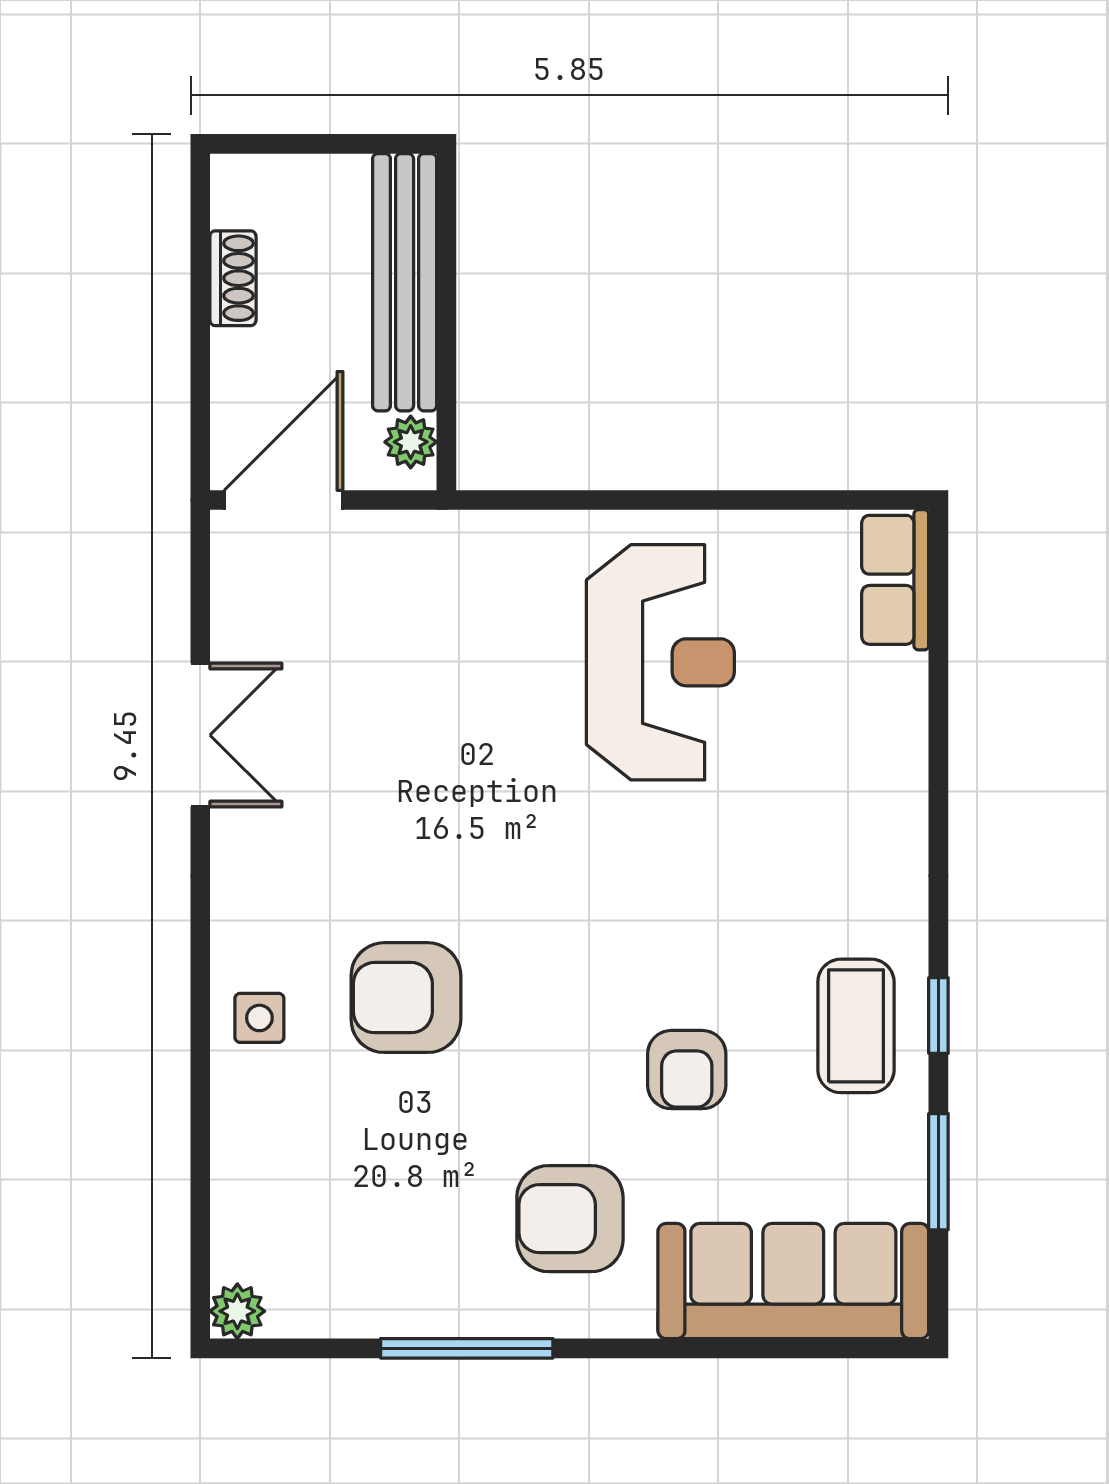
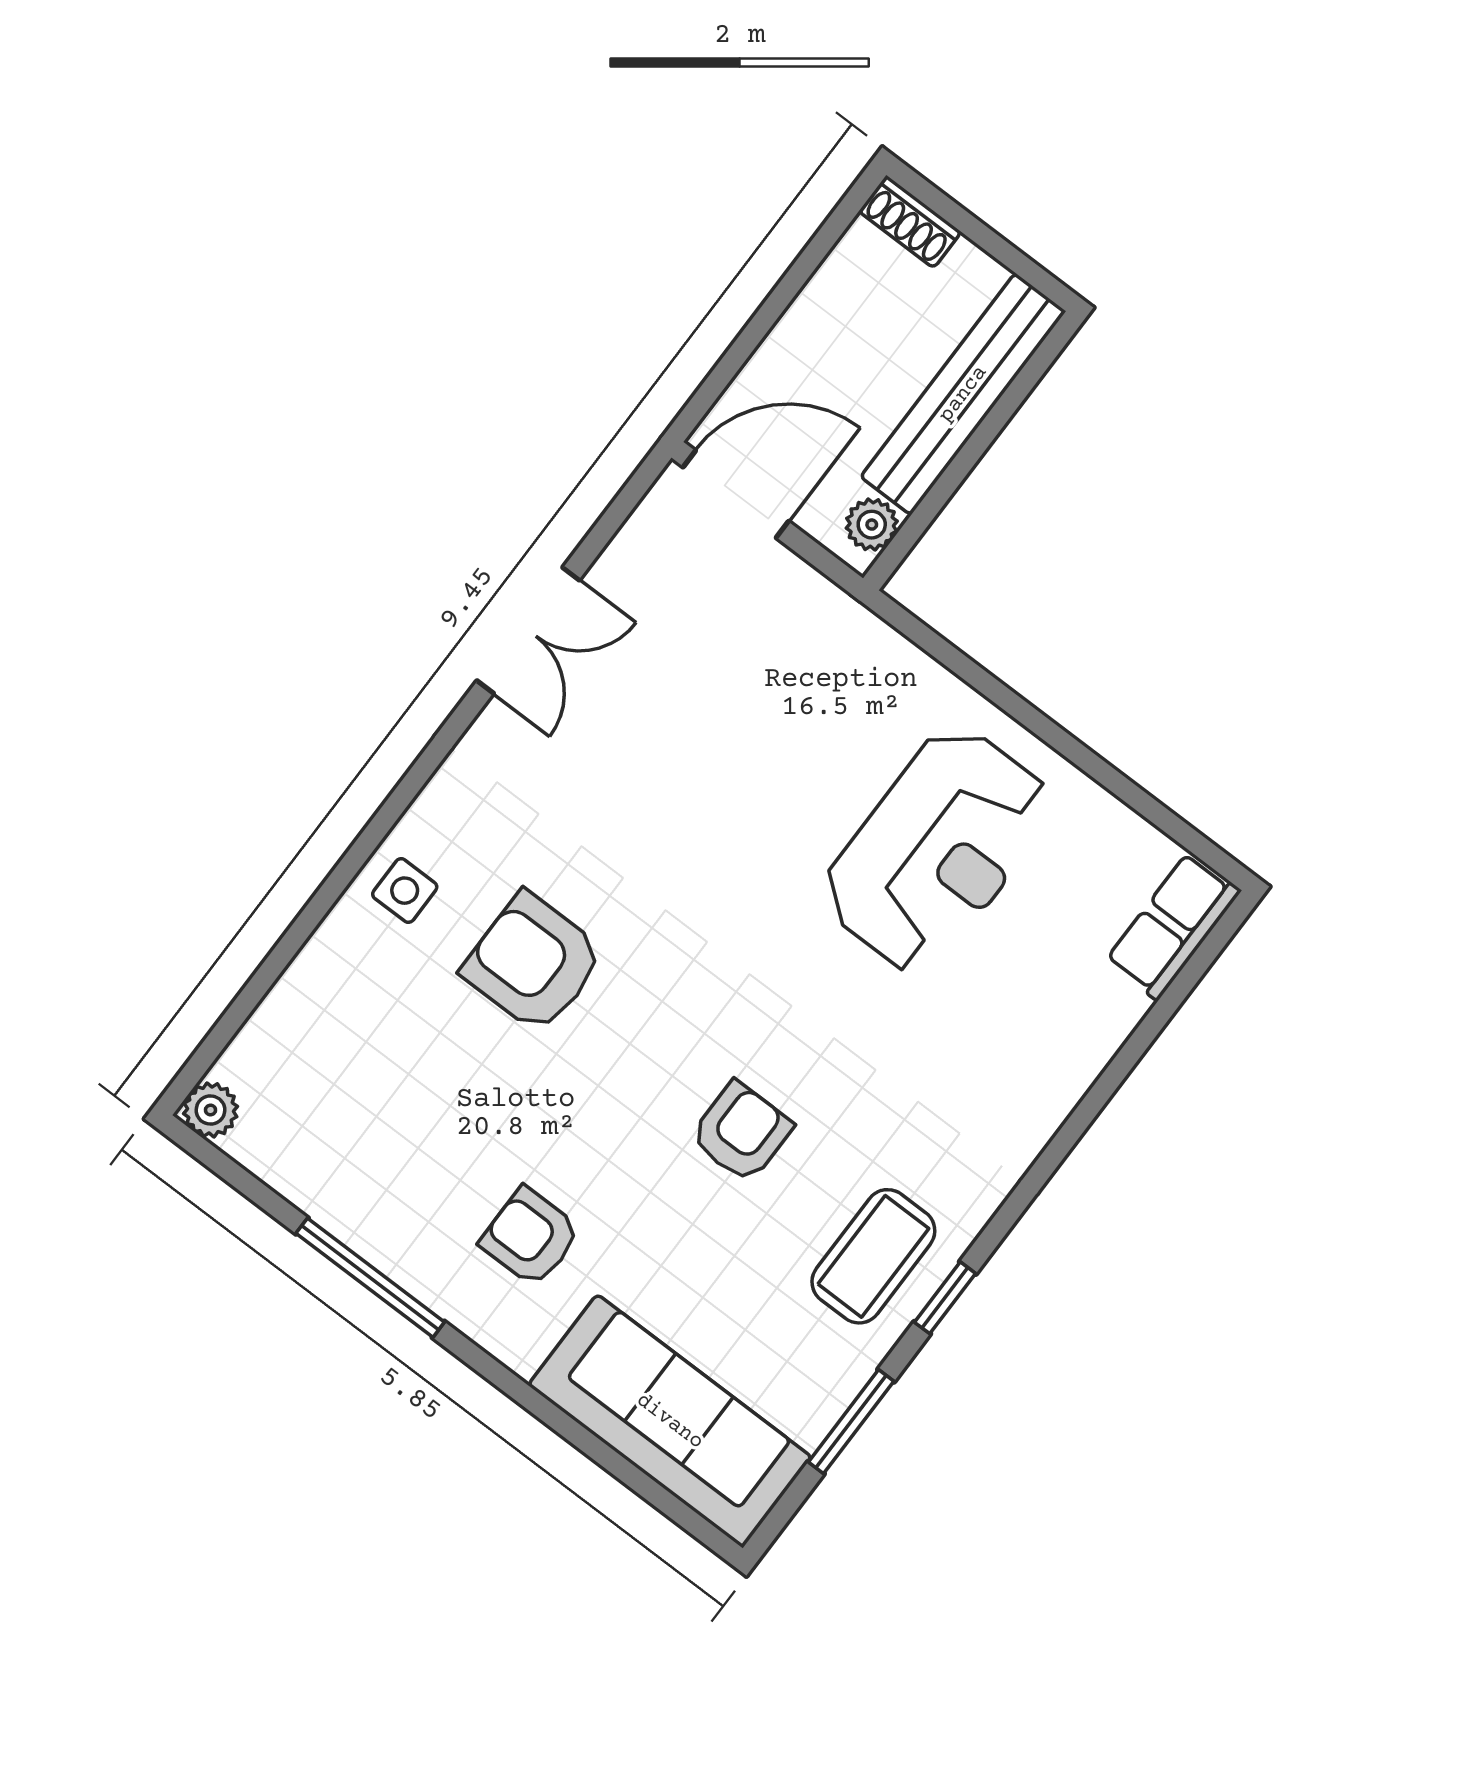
shoe rack: (233, 278) -> (910, 222), moved, turned 90
armchair: (687, 1070) -> (741, 1132), moved, turned 180
armchair: (570, 1219) -> (530, 1237), width x0.72, depth x0.72

